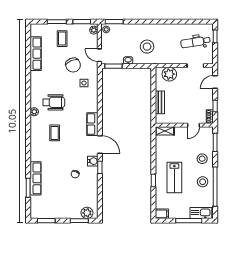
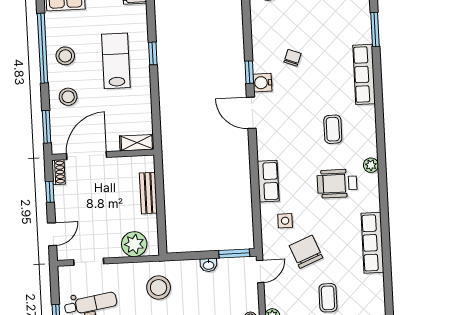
stool: (147, 47) -> (159, 288), moved
row of seats: (36, 54) -> (372, 243), moved
door: (99, 55) -> (260, 271), hinge flipped
row of seats: (92, 124) -> (268, 181), moved
door: (193, 125) -> (87, 156), width x1.88
row of seats: (36, 178) -> (364, 74), moved

